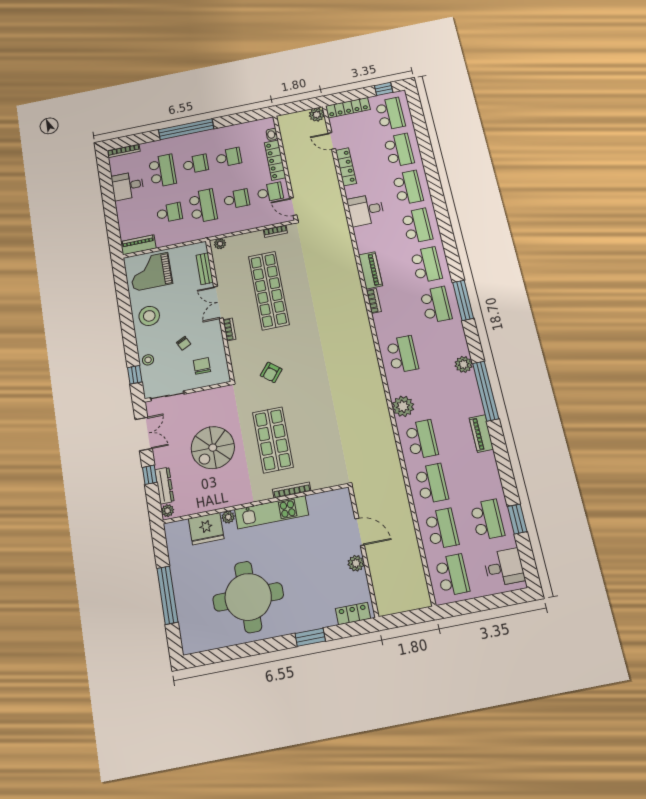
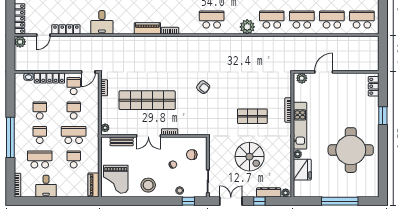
armchair: (271, 372) -> (203, 87), moved
shop shelf: (273, 440) -> (252, 116), width x0.70, depth x0.74
plant: (356, 563) -> (302, 78), moved

